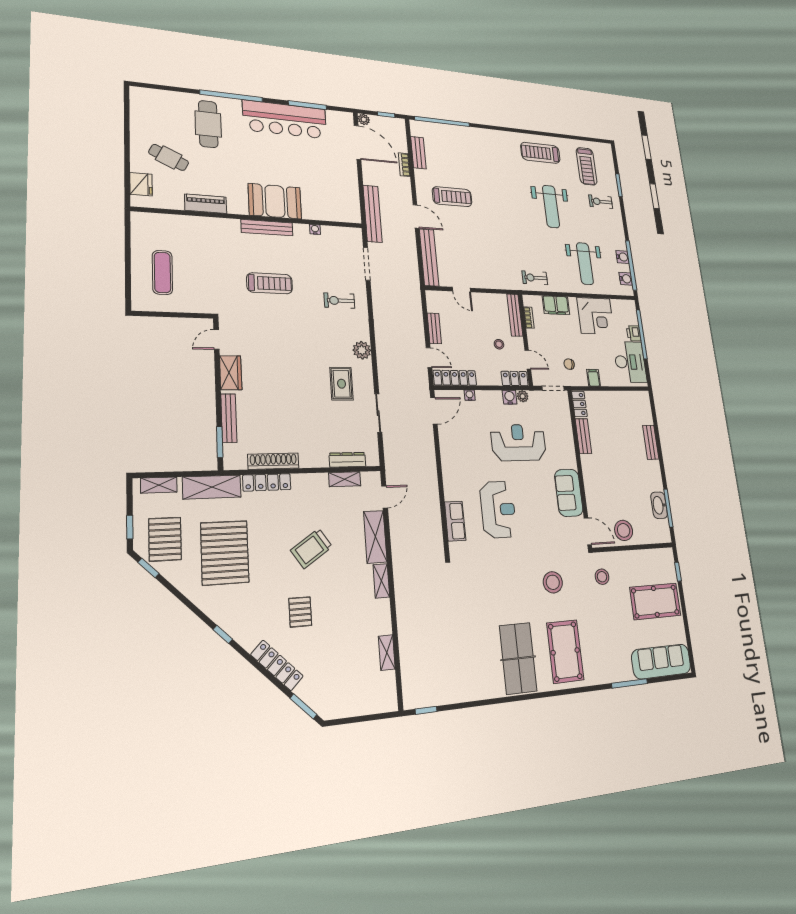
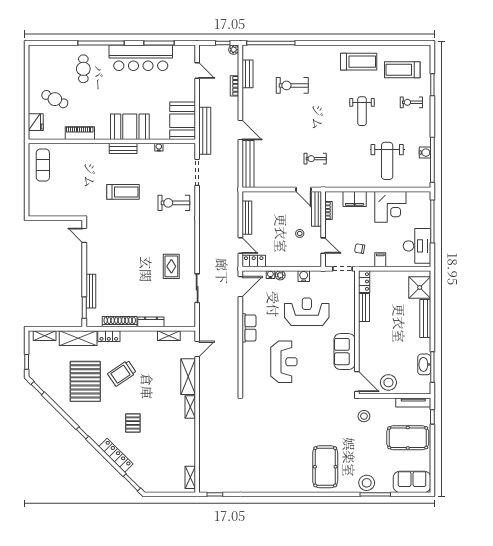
plant: (364, 119) -> (234, 50), moved
cafe table: (208, 124) -> (83, 69), width x0.73, depth x0.74
door: (357, 142) -> (197, 71), width x0.53
treadmill: (540, 153) -> (359, 62), turned 180
treadmill: (587, 166) -> (402, 70), turned 90
exercise bike: (471, 171) -> (292, 85), added
treadmill: (452, 197) -> (273, 110), removed
booth: (344, 200) -> (183, 121), added
weight bench: (551, 206) -> (362, 111), width x0.73, depth x0.75
bench: (267, 228) -> (123, 148), width x0.73
exercise mat: (162, 272) -> (43, 165), moved
exercise bike: (535, 278) -> (315, 159), moved
water cooler: (626, 279) -> (425, 172), removed
door: (461, 290) -> (303, 189), moved
exercise bike: (339, 301) -> (174, 203), width x1.38, depth x1.39
bench: (434, 328) -> (247, 218), width x1.36
printer: (634, 333) -> (425, 221), removed
door: (216, 339) -> (84, 235), hinge flipped
plant: (362, 350) -> (188, 241), removed
wardrobe: (231, 373) -> (93, 259), removed
locker: (455, 378) -> (254, 261), width x0.66
locker: (515, 378) -> (310, 261), removed
plant: (523, 396) -> (280, 275), moved
shower: (640, 411) -> (420, 287), added
bench: (651, 442) -> (425, 319), width x1.36
dresser: (347, 460) -> (151, 322), moved
locker: (267, 482) -> (109, 336), width x0.66
row of seats: (455, 521) -> (249, 328), moved
pallet: (165, 539) -> (48, 371), removed
trolley: (311, 548) -> (122, 373), moved
tv unit: (655, 555) -> (413, 402), added
stool: (553, 582) -> (367, 483), moved
shelving: (387, 653) -> (190, 477), moved
table tennis table: (518, 658) -> (287, 468), removed
sofa: (661, 662) -> (412, 482), width x0.73

